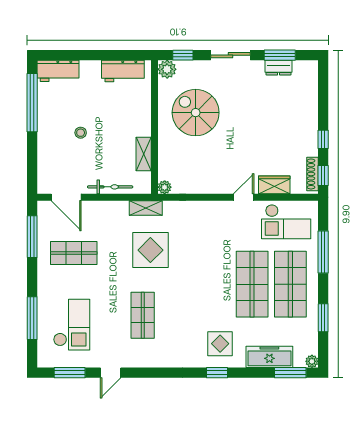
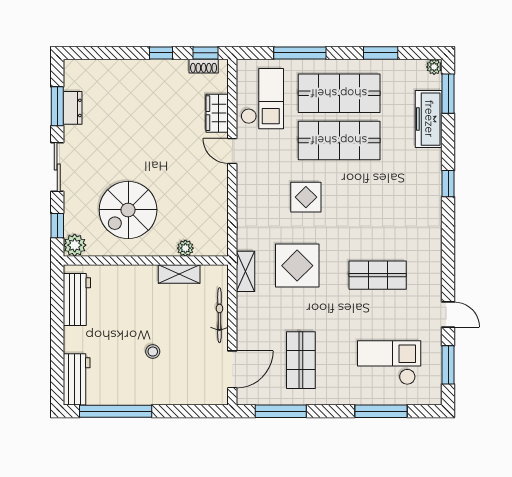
shoe rack: (313, 174) -> (204, 66), width x0.70
plant: (165, 187) -> (185, 248), moved
display table: (220, 344) -> (306, 197), moved

